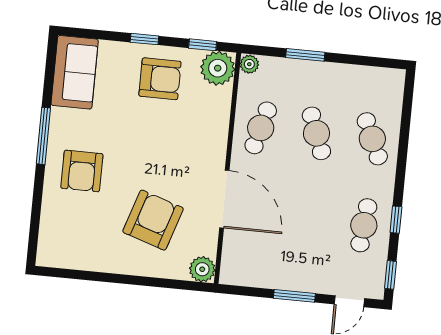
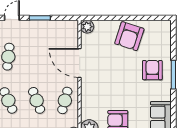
window: (43, 136) -> (173, 75), moved
armchair: (153, 220) -> (129, 36), moved

